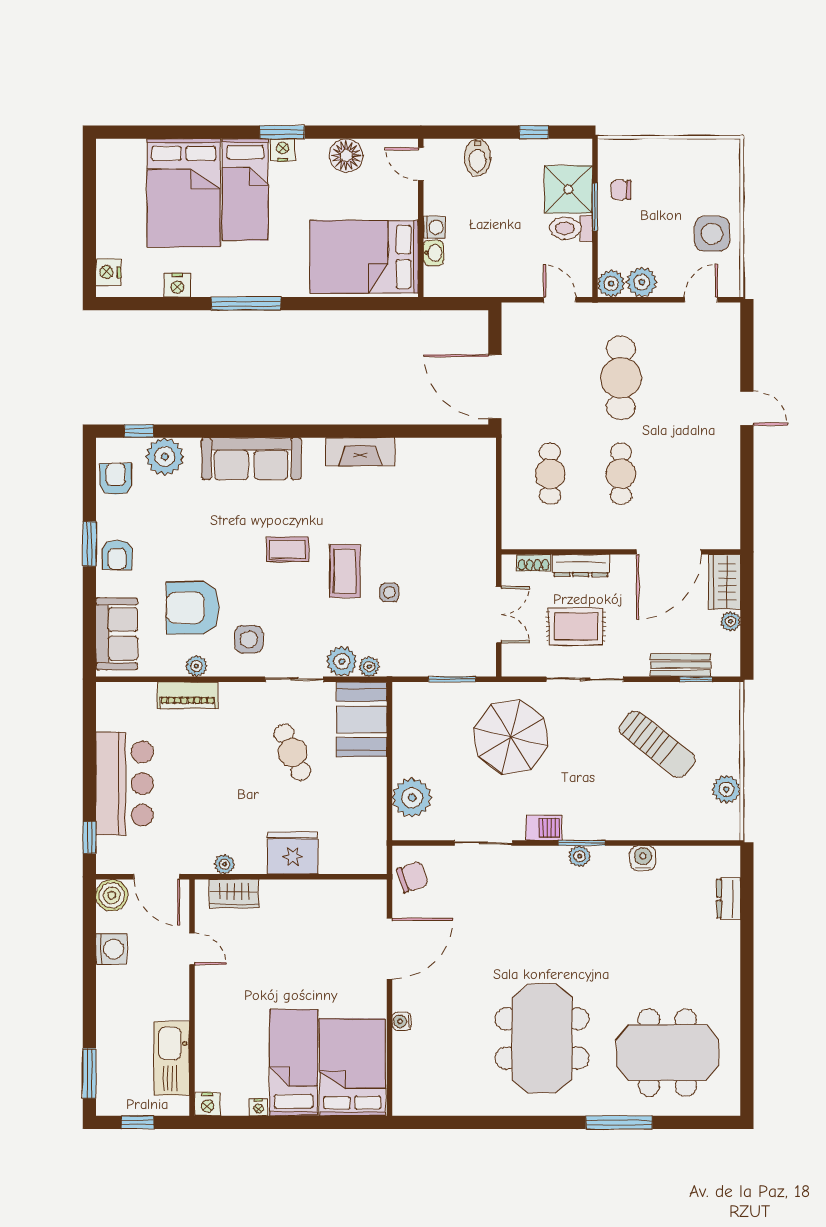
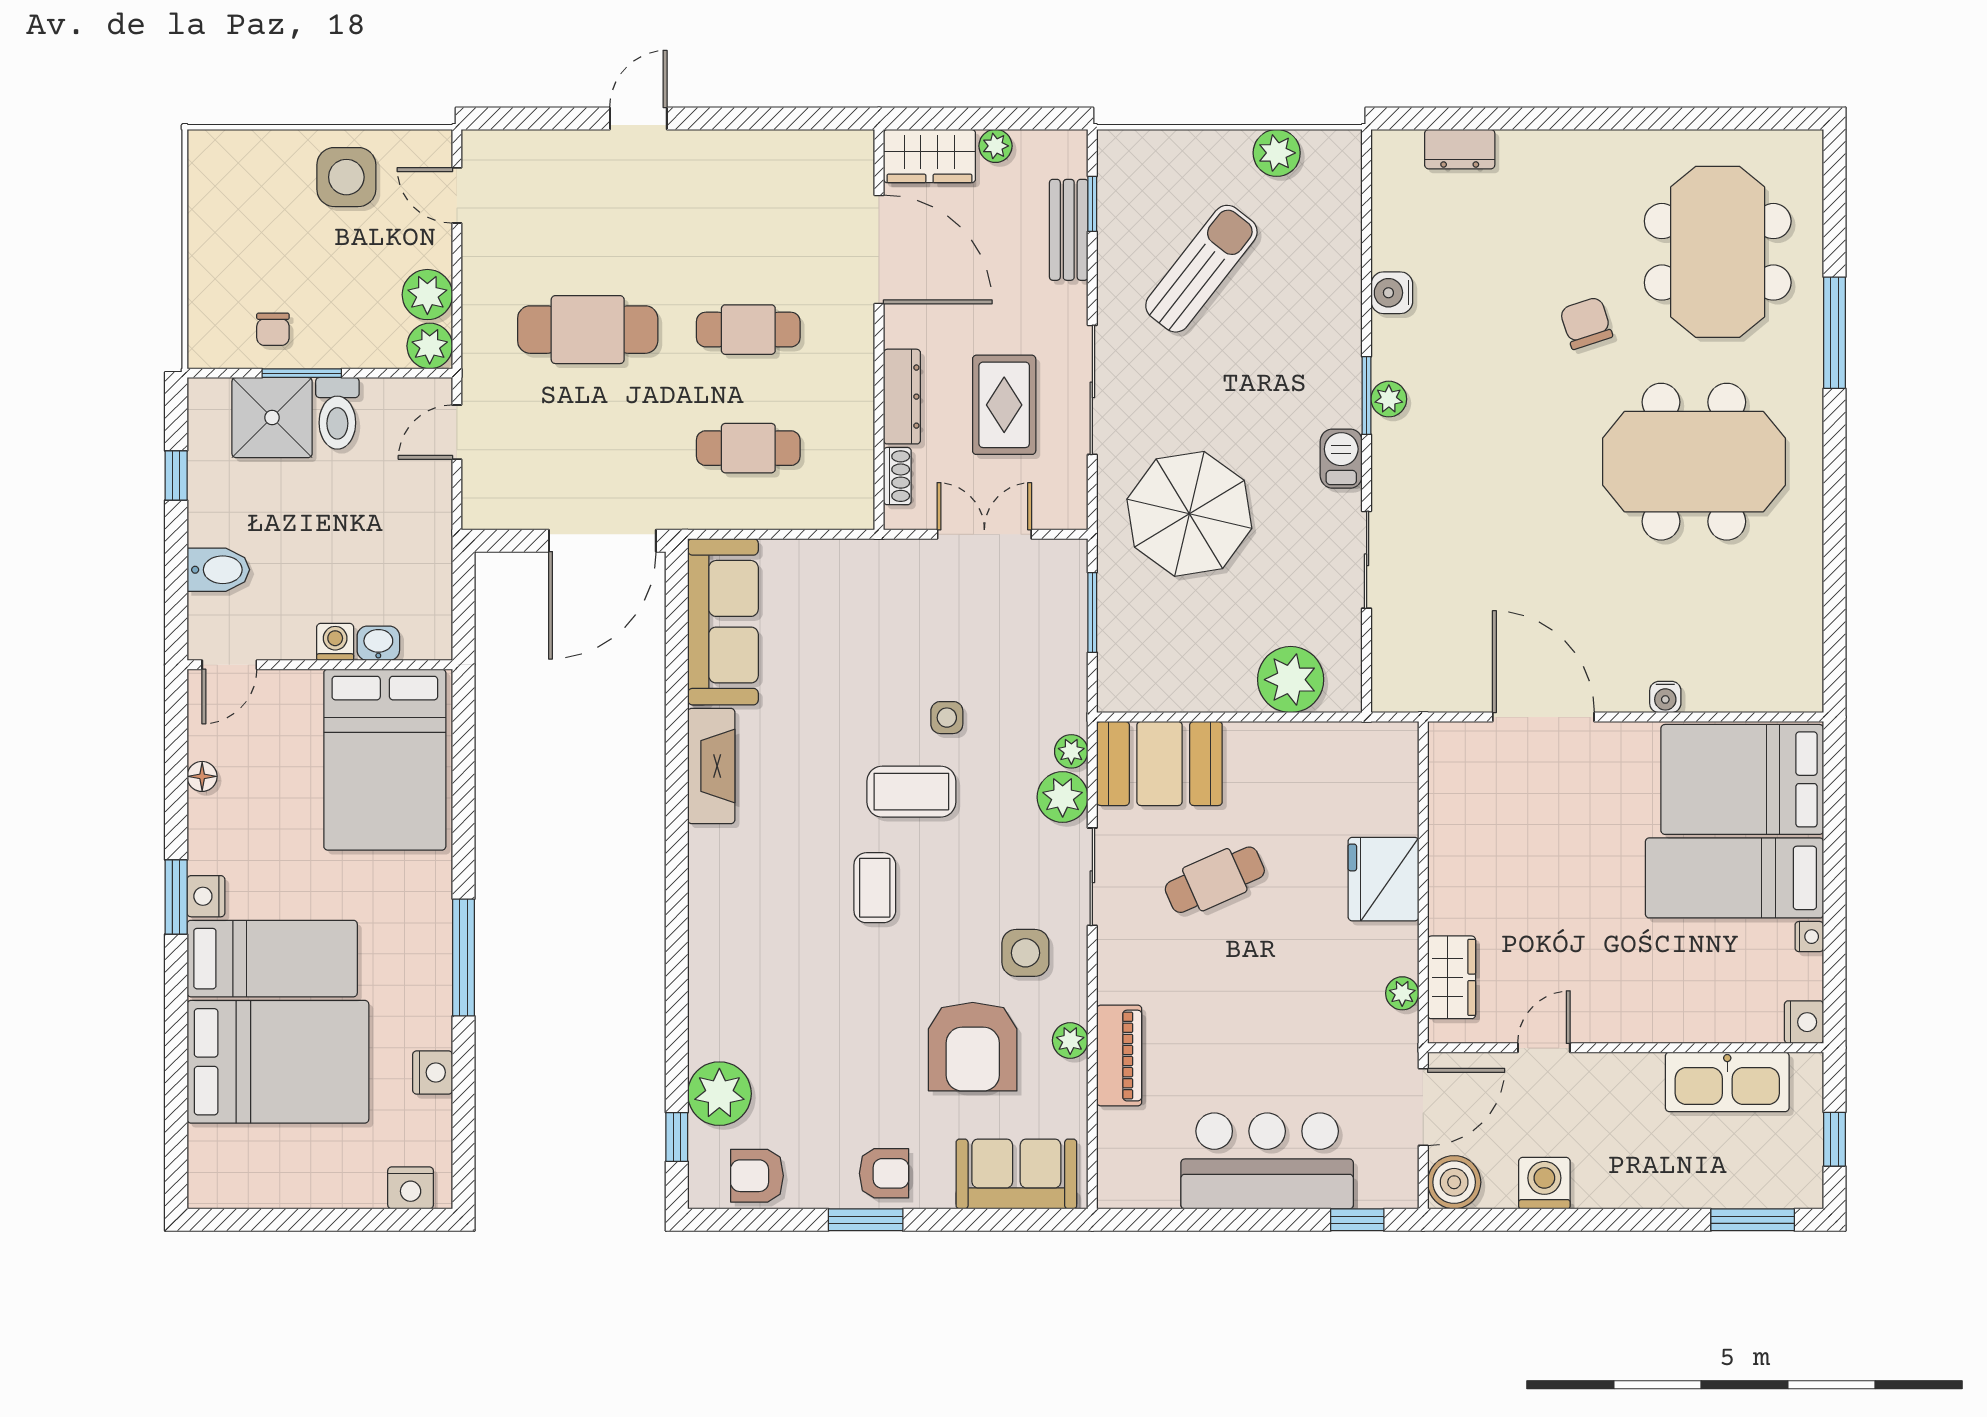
floor lamp: (346, 156) -> (202, 776), width x0.53, depth x0.53
sofa: (251, 459) -> (723, 622), moved
chair: (412, 877) -> (1586, 323), moved

